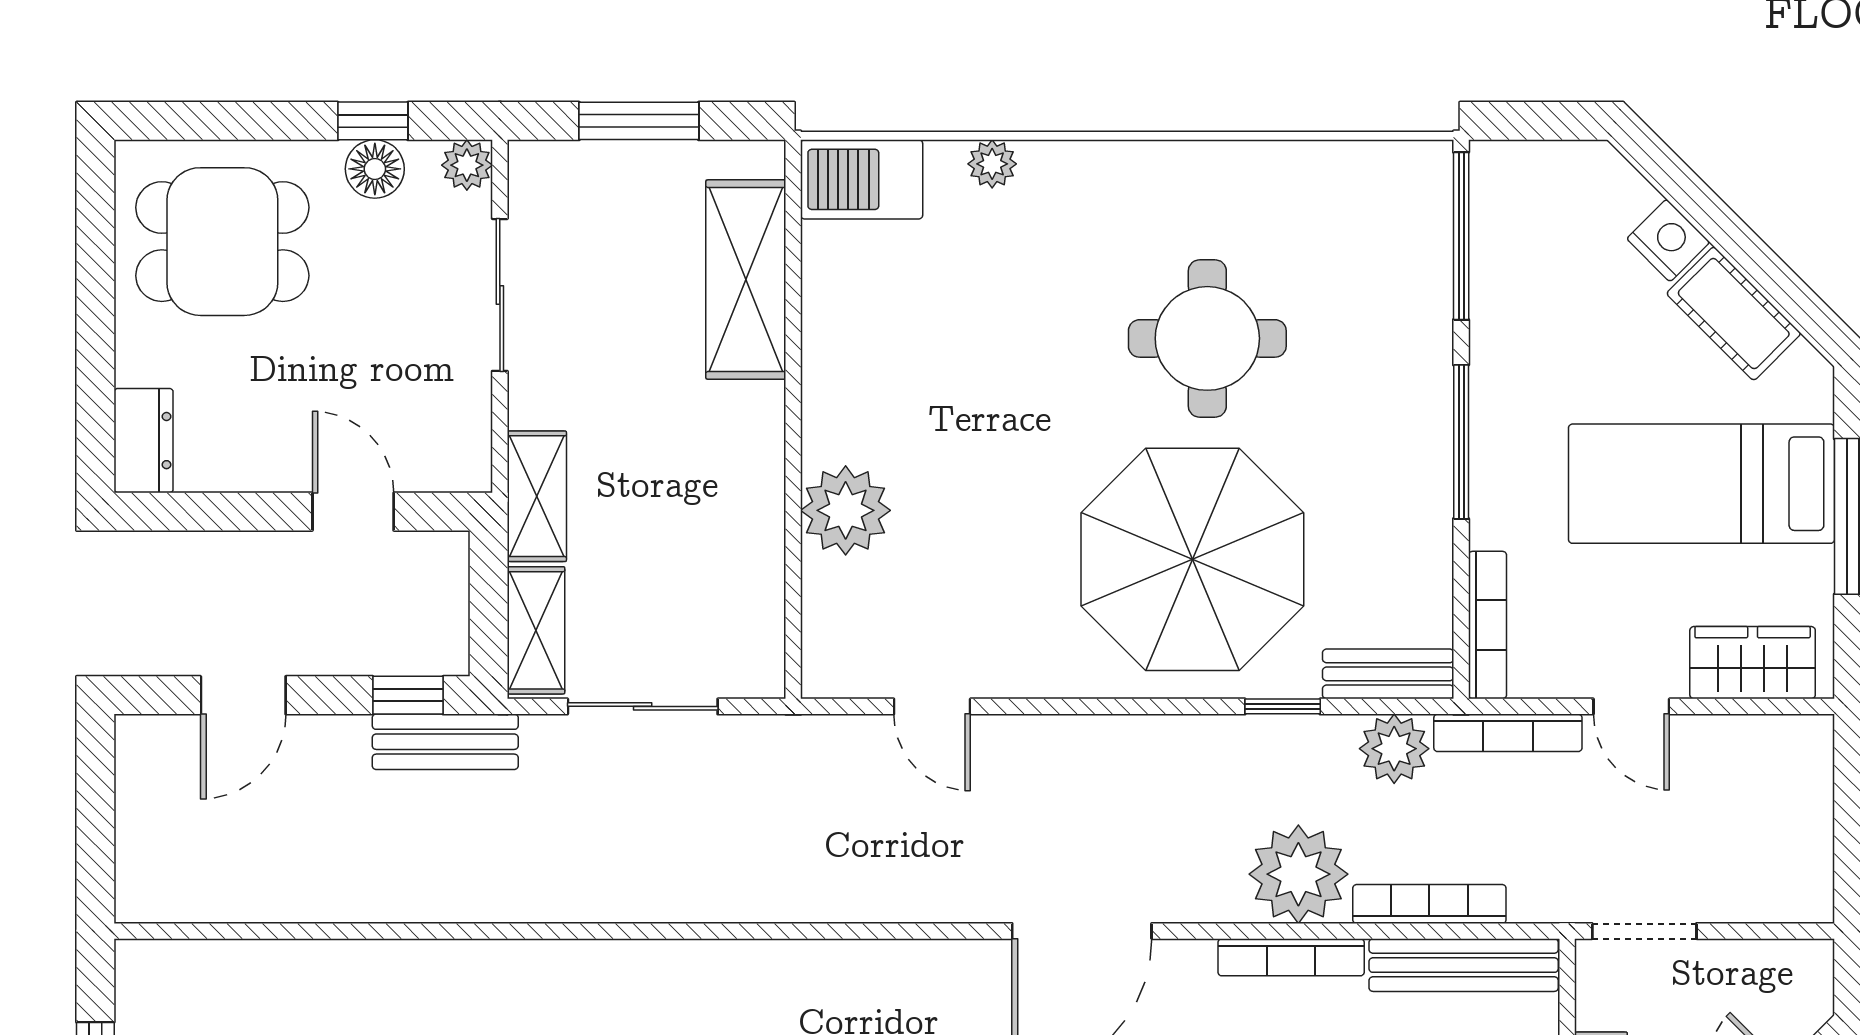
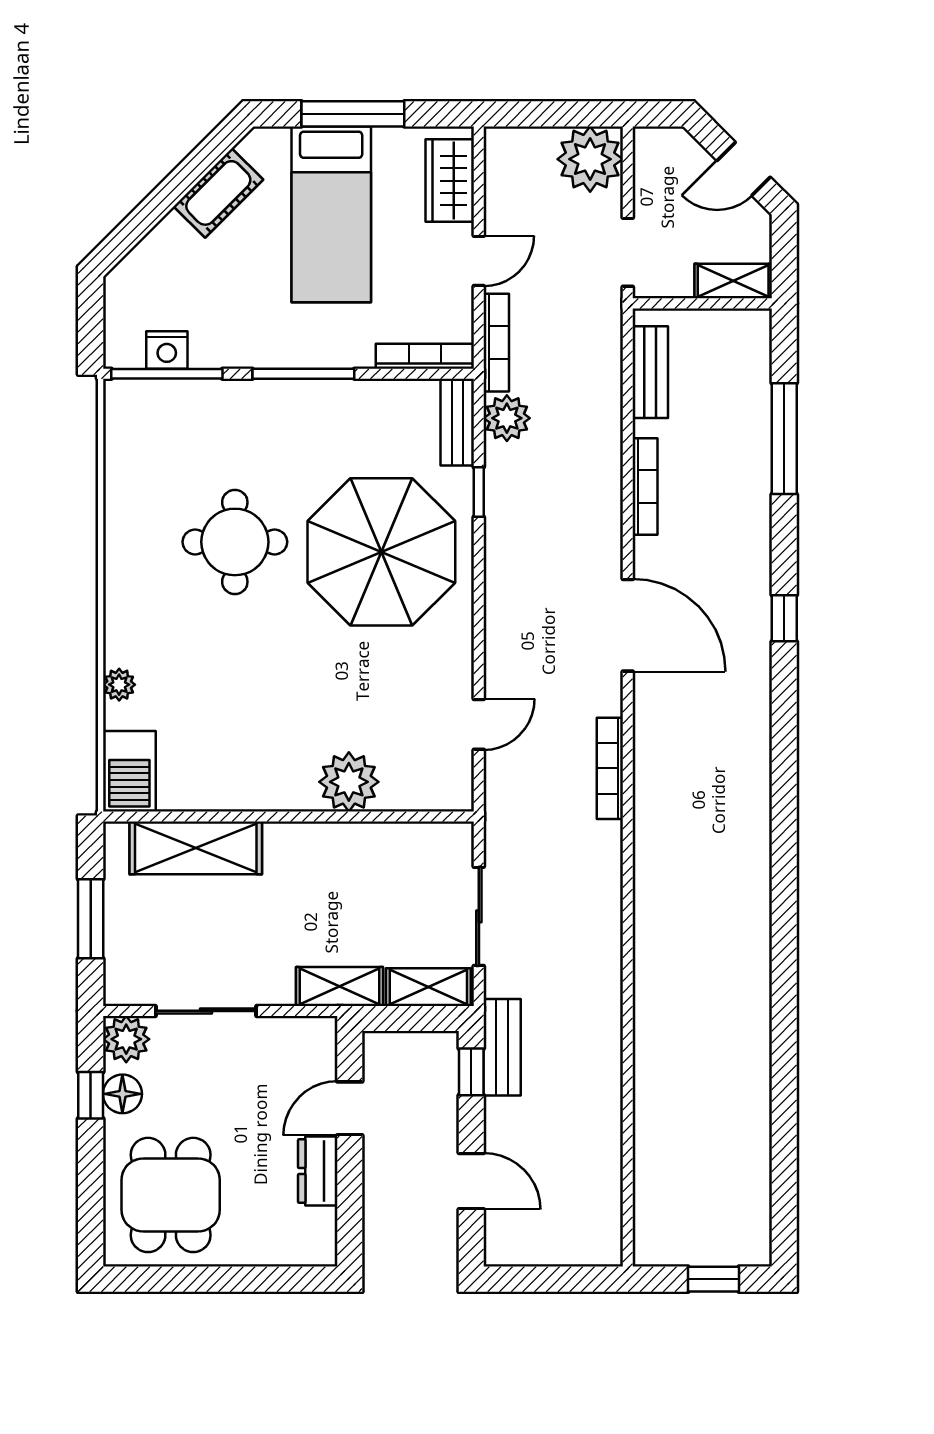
plant: (467, 165) -> (126, 1039), width x1.38, depth x1.38
nightstand: (1668, 240) -> (167, 350), moved, turned -135
dresser: (144, 441) -> (318, 1171), moved, turned -90
plant: (1298, 874) -> (590, 159), moved
bookcase: (1429, 904) -> (610, 768), moved
bench: (1464, 965) -> (650, 372), width x0.73

